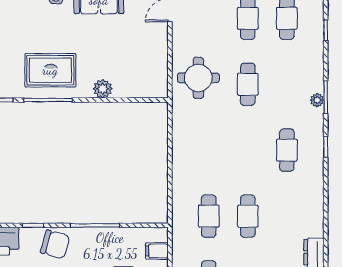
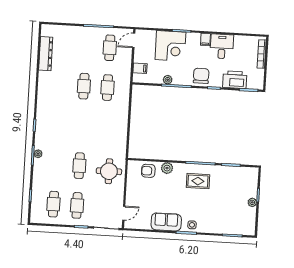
rug: (50, 70) -> (198, 181), width x0.73, depth x0.70
armchair: (133, 82) -> (148, 171), added
cafe table: (287, 150) -> (58, 125), removed
plant: (110, 235) -> (168, 80), added
chair: (55, 244) -> (201, 76), turned 74

